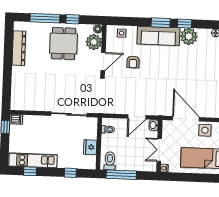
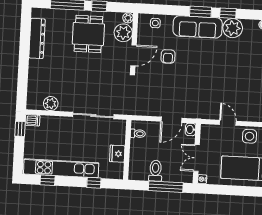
plant: (32, 104) -> (51, 104), added
door: (186, 119) -> (228, 123), width x0.53
kitchen unit: (33, 160) -> (61, 168), width x1.36
toilet: (110, 161) -> (155, 171), moved
window: (121, 175) -> (166, 187), moved

